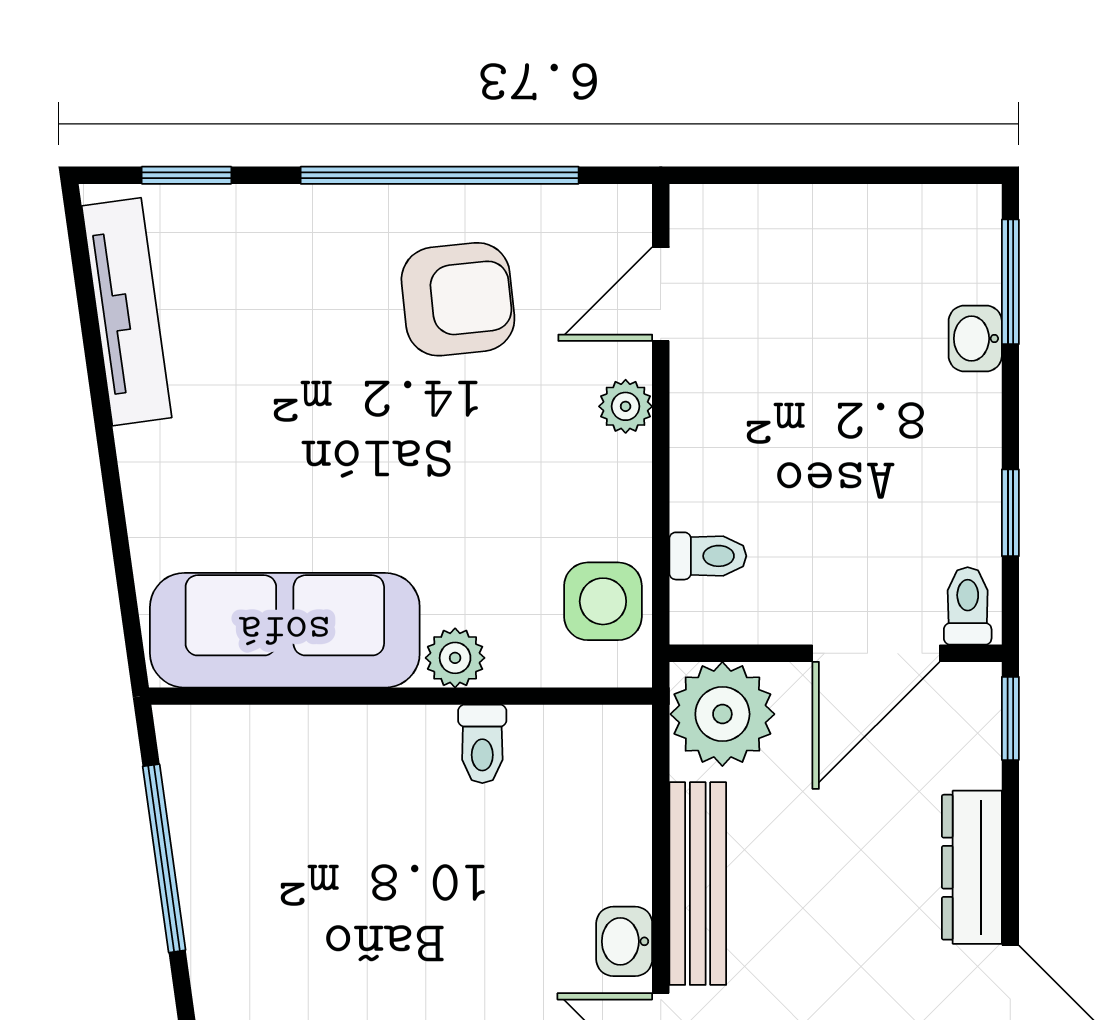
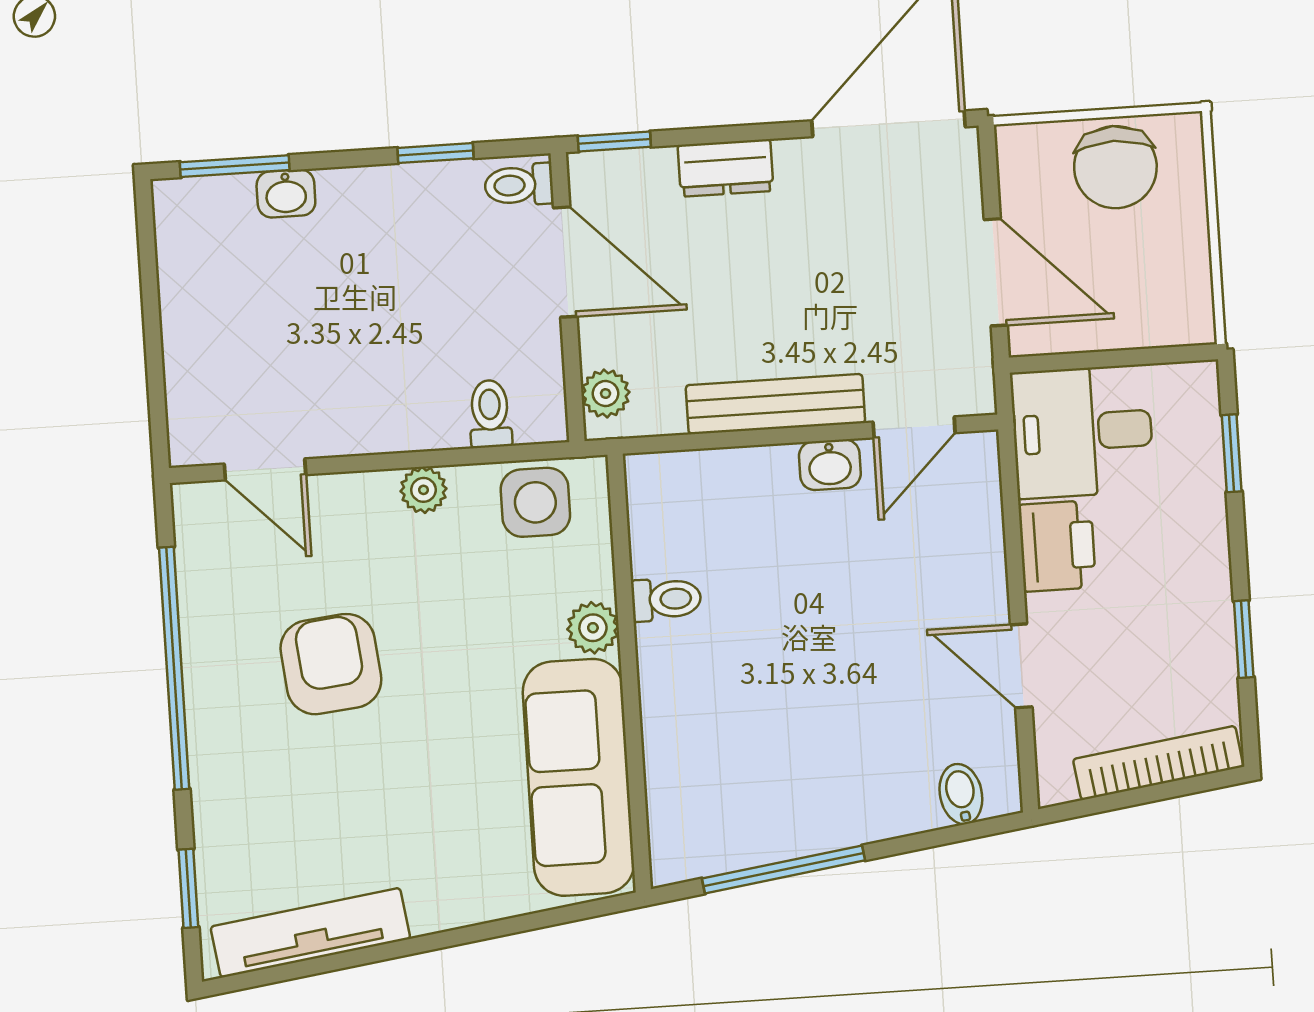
armchair: (458, 299) -> (331, 664), moved
plant: (626, 406) -> (423, 490), moved
plant: (722, 714) -> (606, 394), width x0.53, depth x0.53
dresser: (972, 867) -> (726, 168), width x0.70

